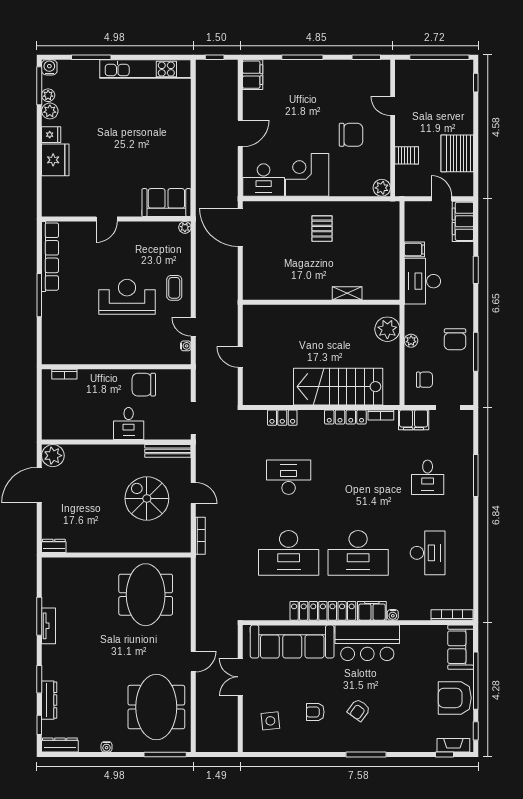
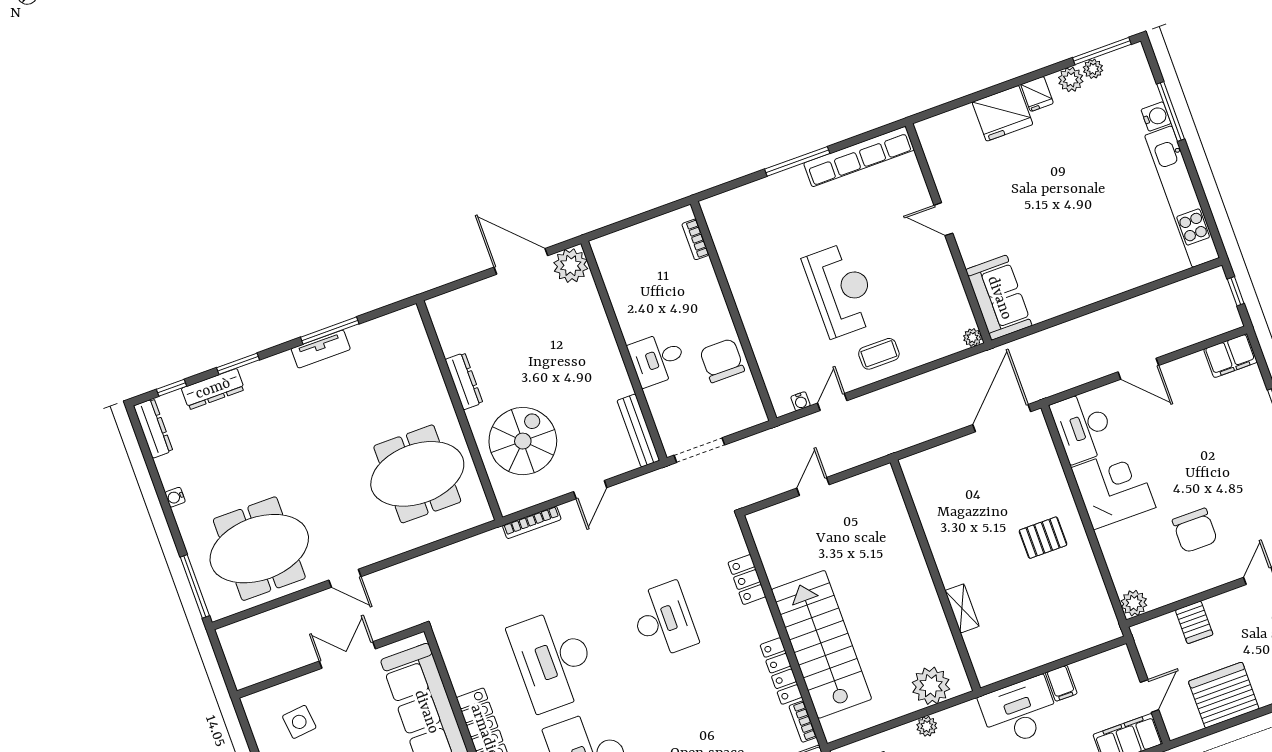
water cooler: (49, 67) -> (1156, 116), moved
spiral stairs: (147, 498) -> (523, 441), moved
dresser: (54, 546) -> (464, 381), moved, width x1.44

